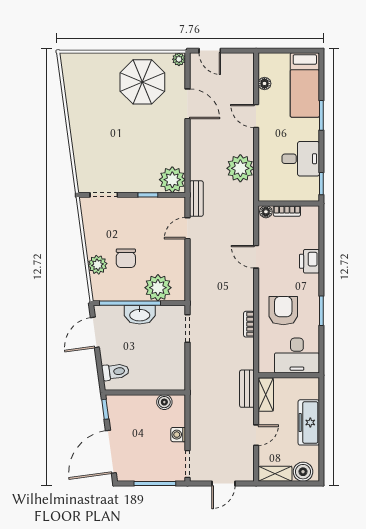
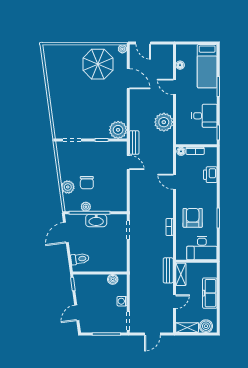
door: (187, 228) -> (128, 163), swing flipped
printer: (309, 261) -> (210, 175), moved
plant: (158, 288) -> (86, 207), moved, width x0.53, depth x0.53
door: (111, 452) -> (77, 313), width x0.53

